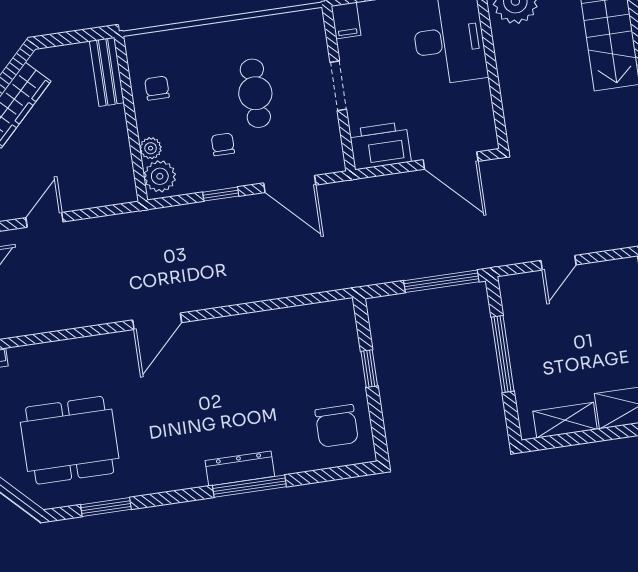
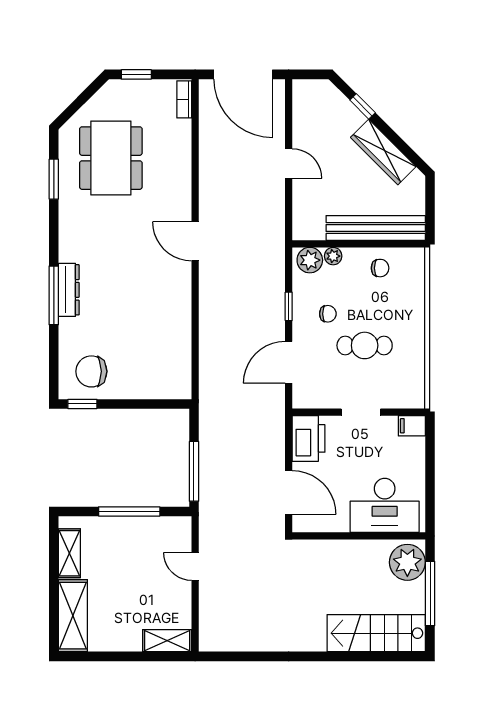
bench: (107, 72) -> (376, 228), width x1.86, depth x1.21
door: (451, 161) -> (289, 493), swing flipped
window: (369, 369) -> (82, 404), moved

